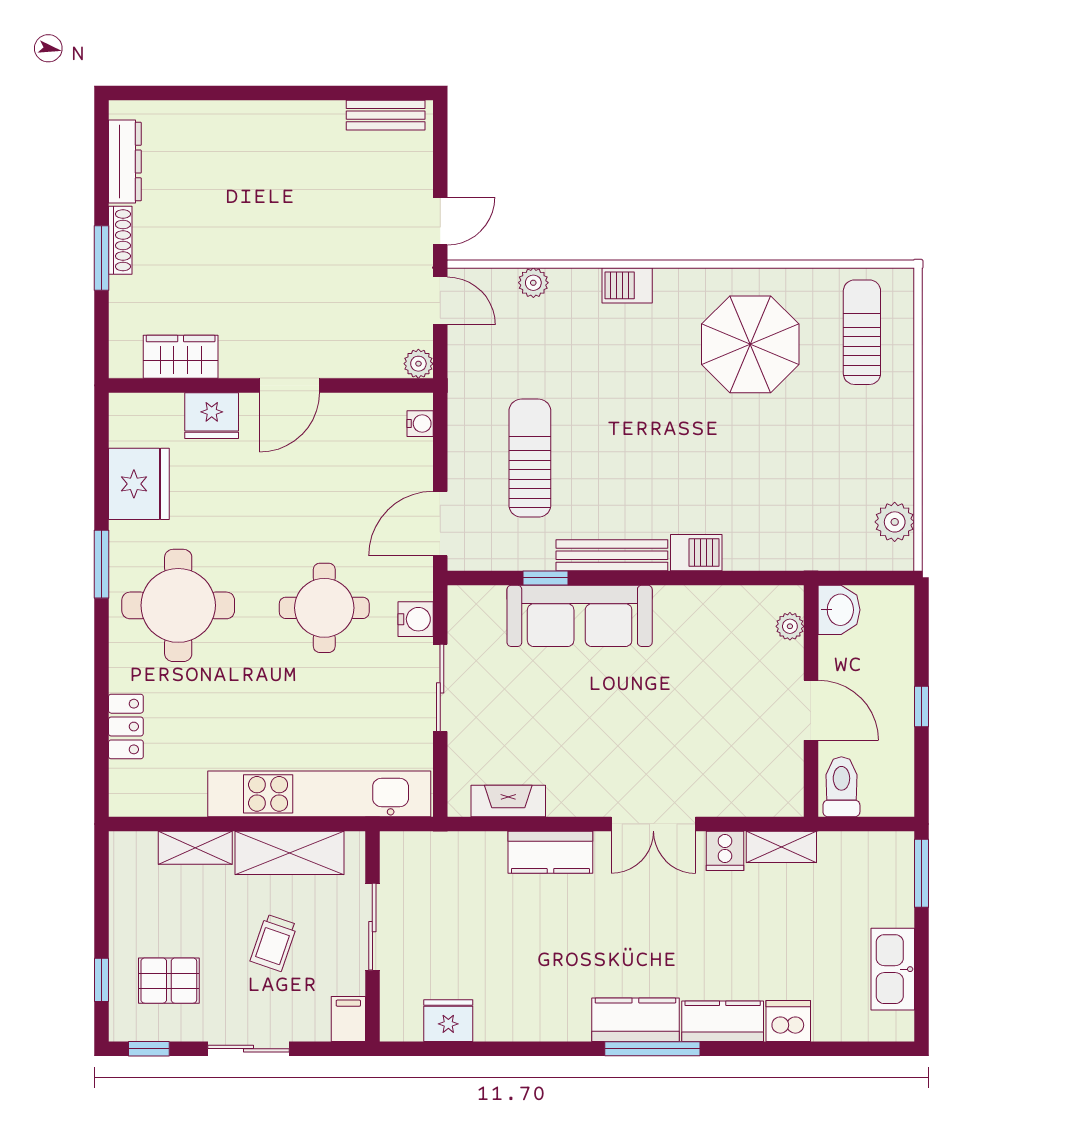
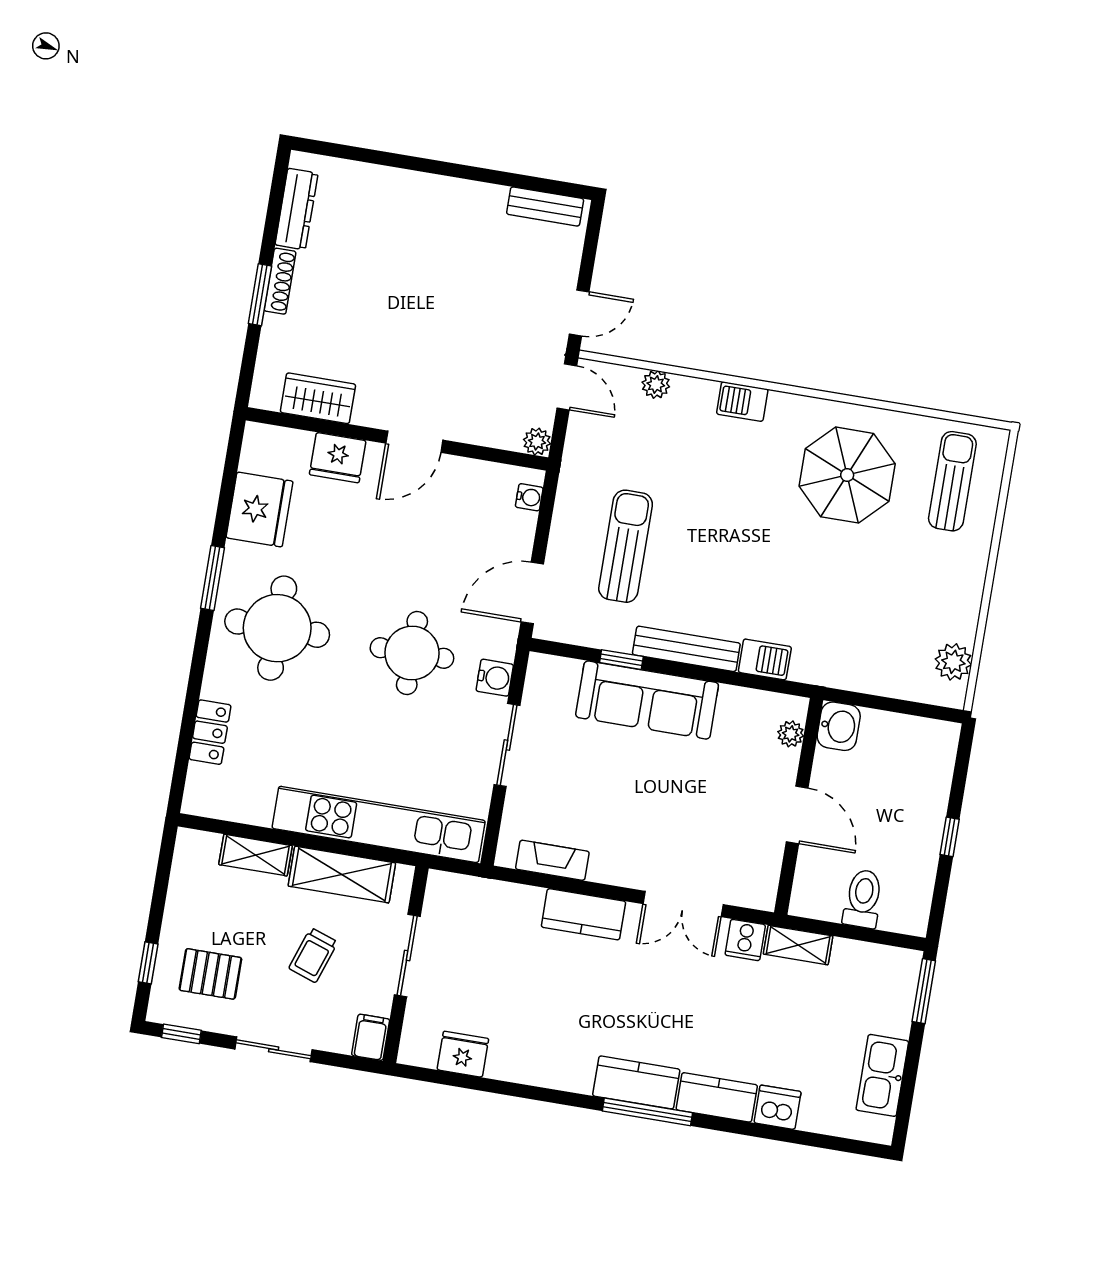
washbasin: (839, 610) -> (839, 726), moved
plant: (790, 626) -> (791, 734), moved
wall: (811, 701) -> (799, 806), moved
door: (811, 710) -> (797, 815), moved

